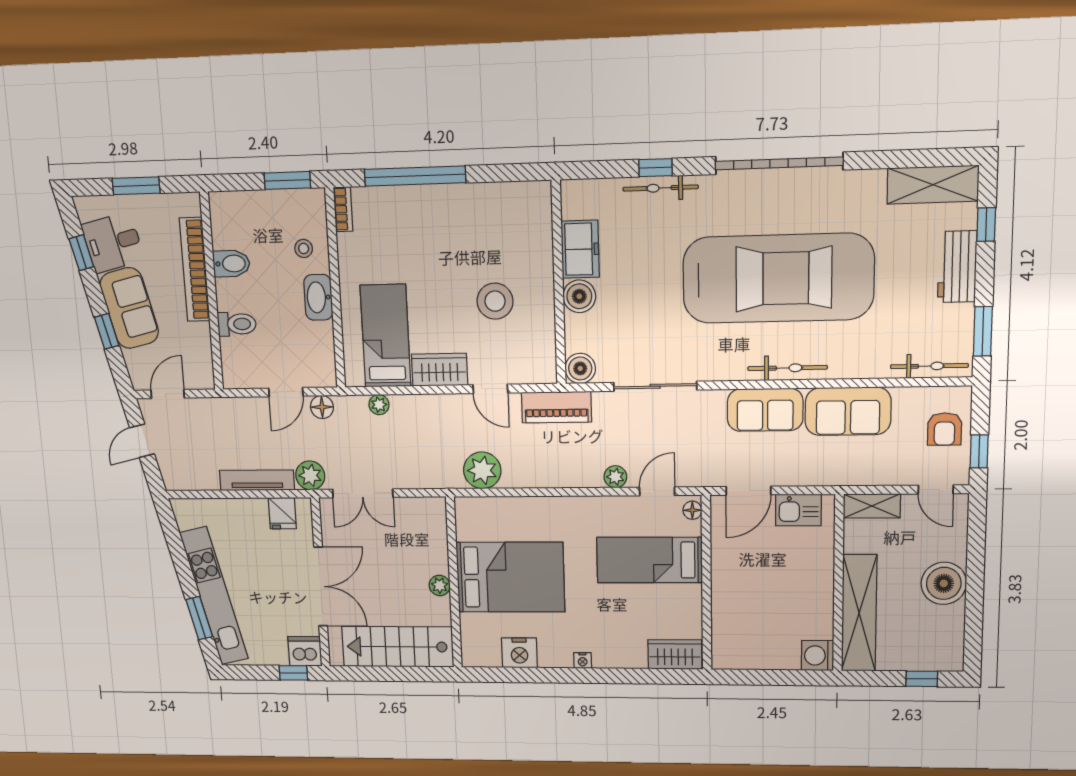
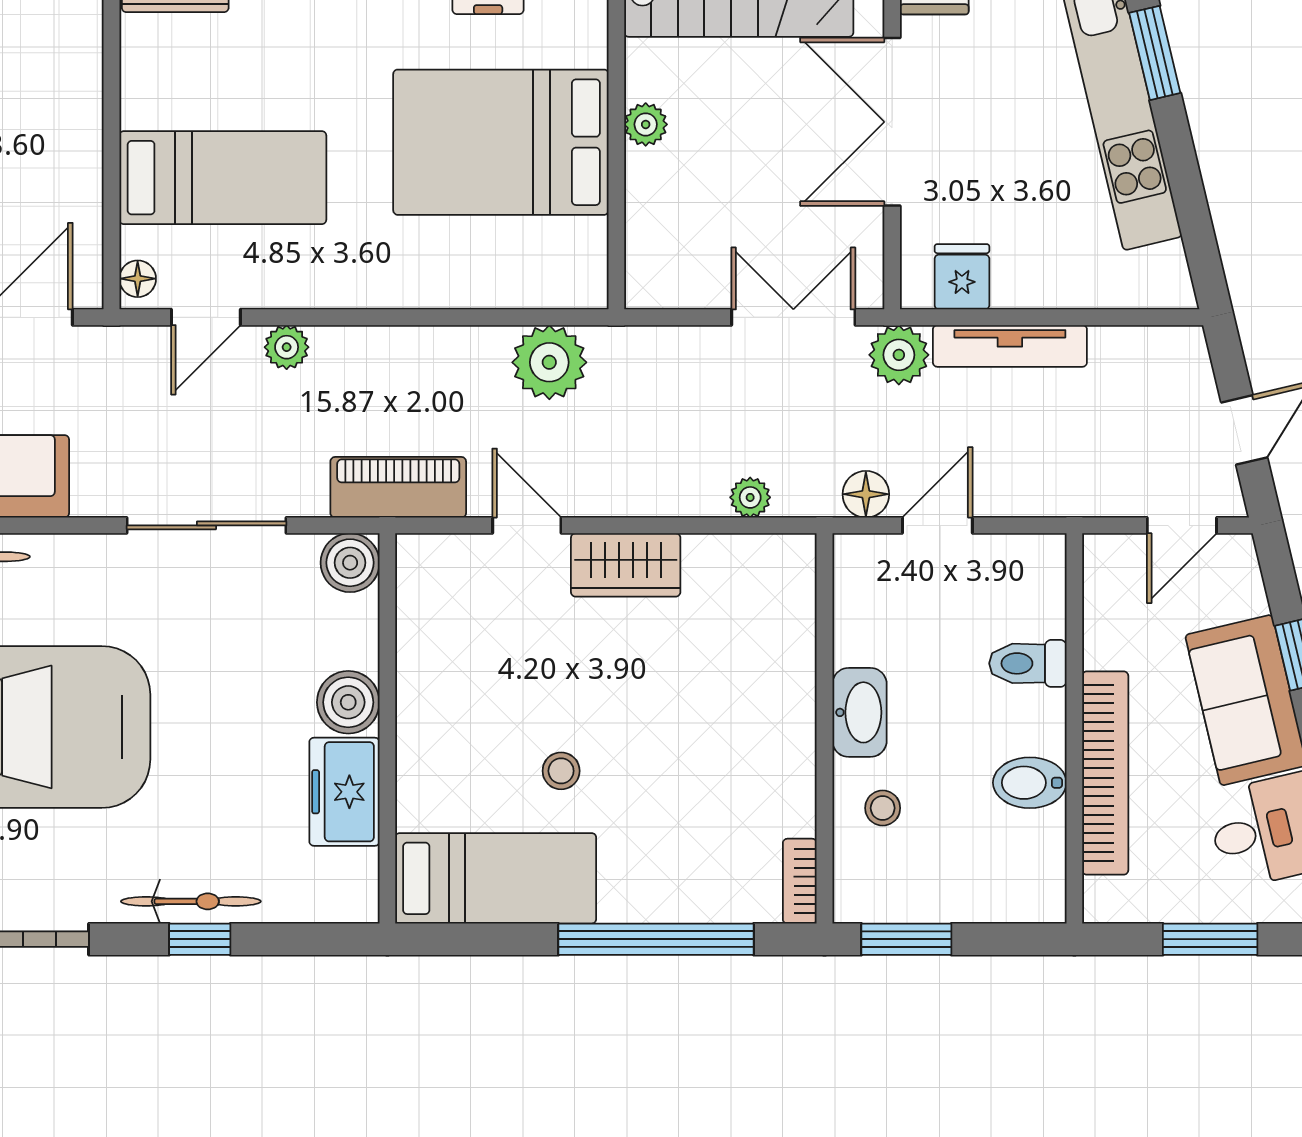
stool: (495, 301) -> (561, 771), moved, width x0.53, depth x0.53
bed: (386, 336) -> (496, 878), moved, turned -90

